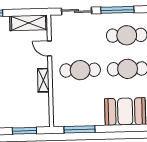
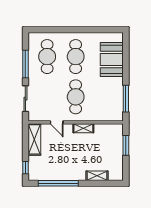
door: (49, 48) -> (57, 122), hinge flipped

